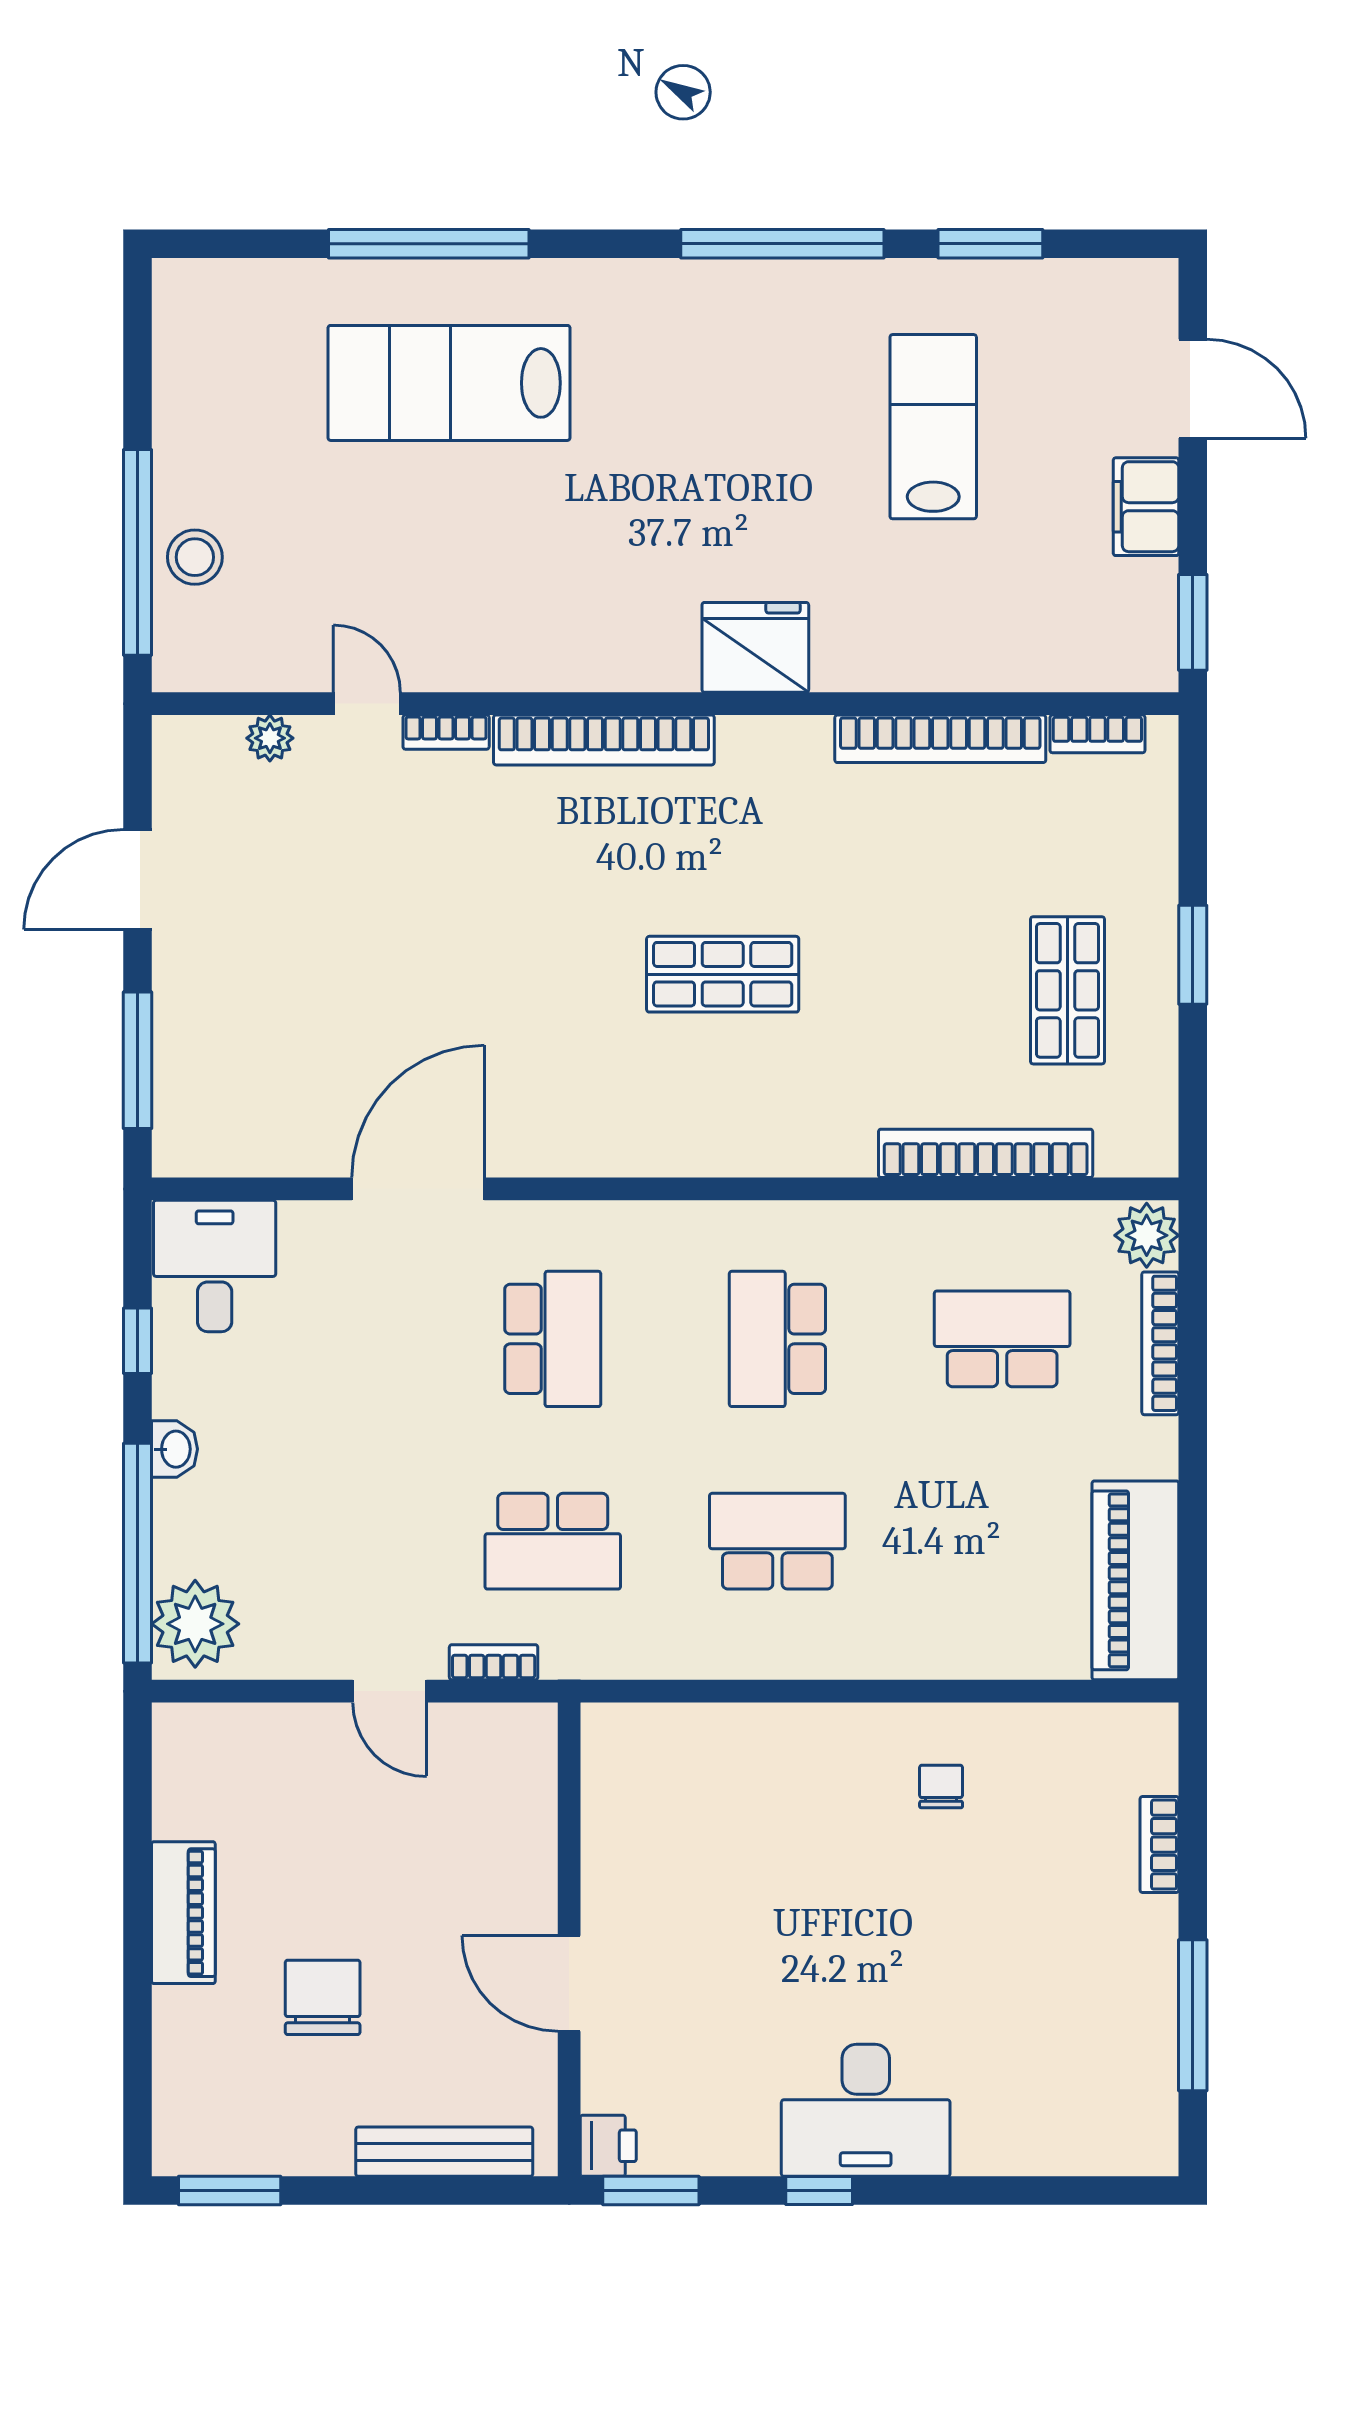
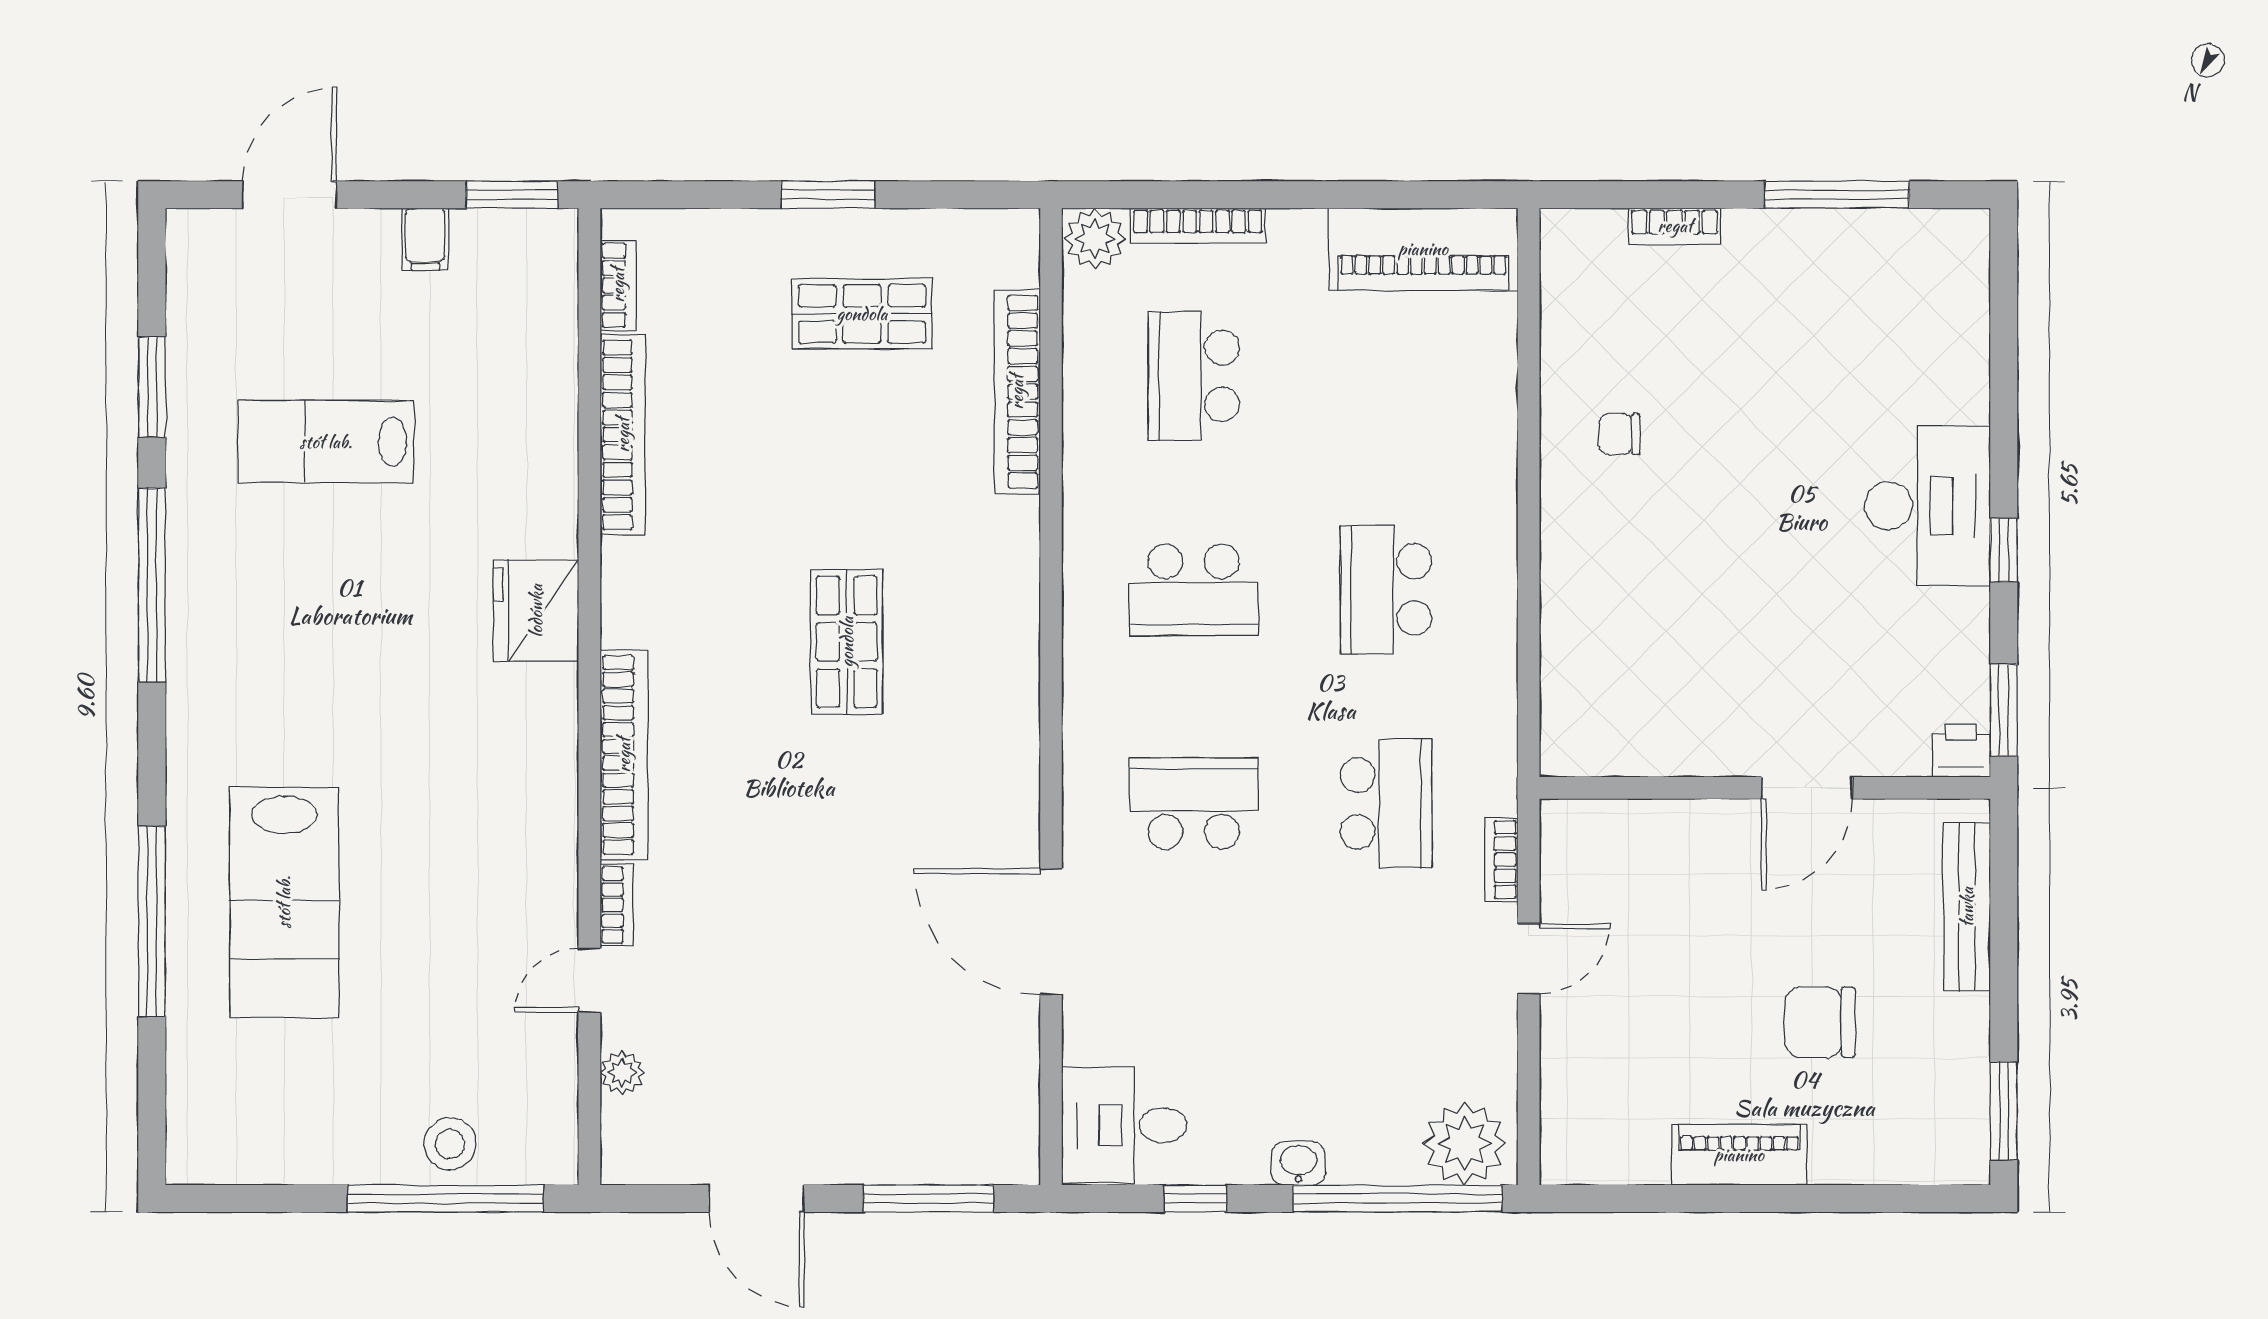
filing cabinet: (1146, 507) -> (425, 239), width x0.50

